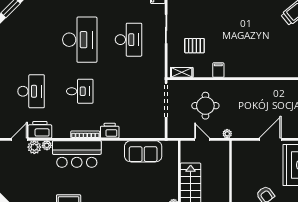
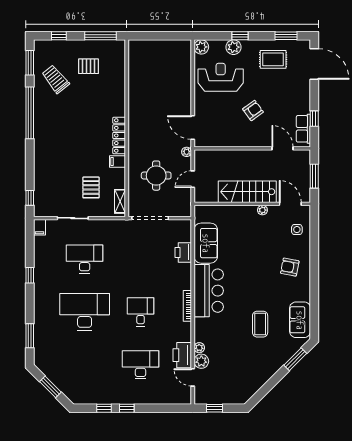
locker: (242, 72) -> (119, 135), added
printer: (110, 131) -> (183, 252), moved
door: (270, 139) -> (193, 127), moved
bar counter: (77, 154) -> (209, 291), moved

